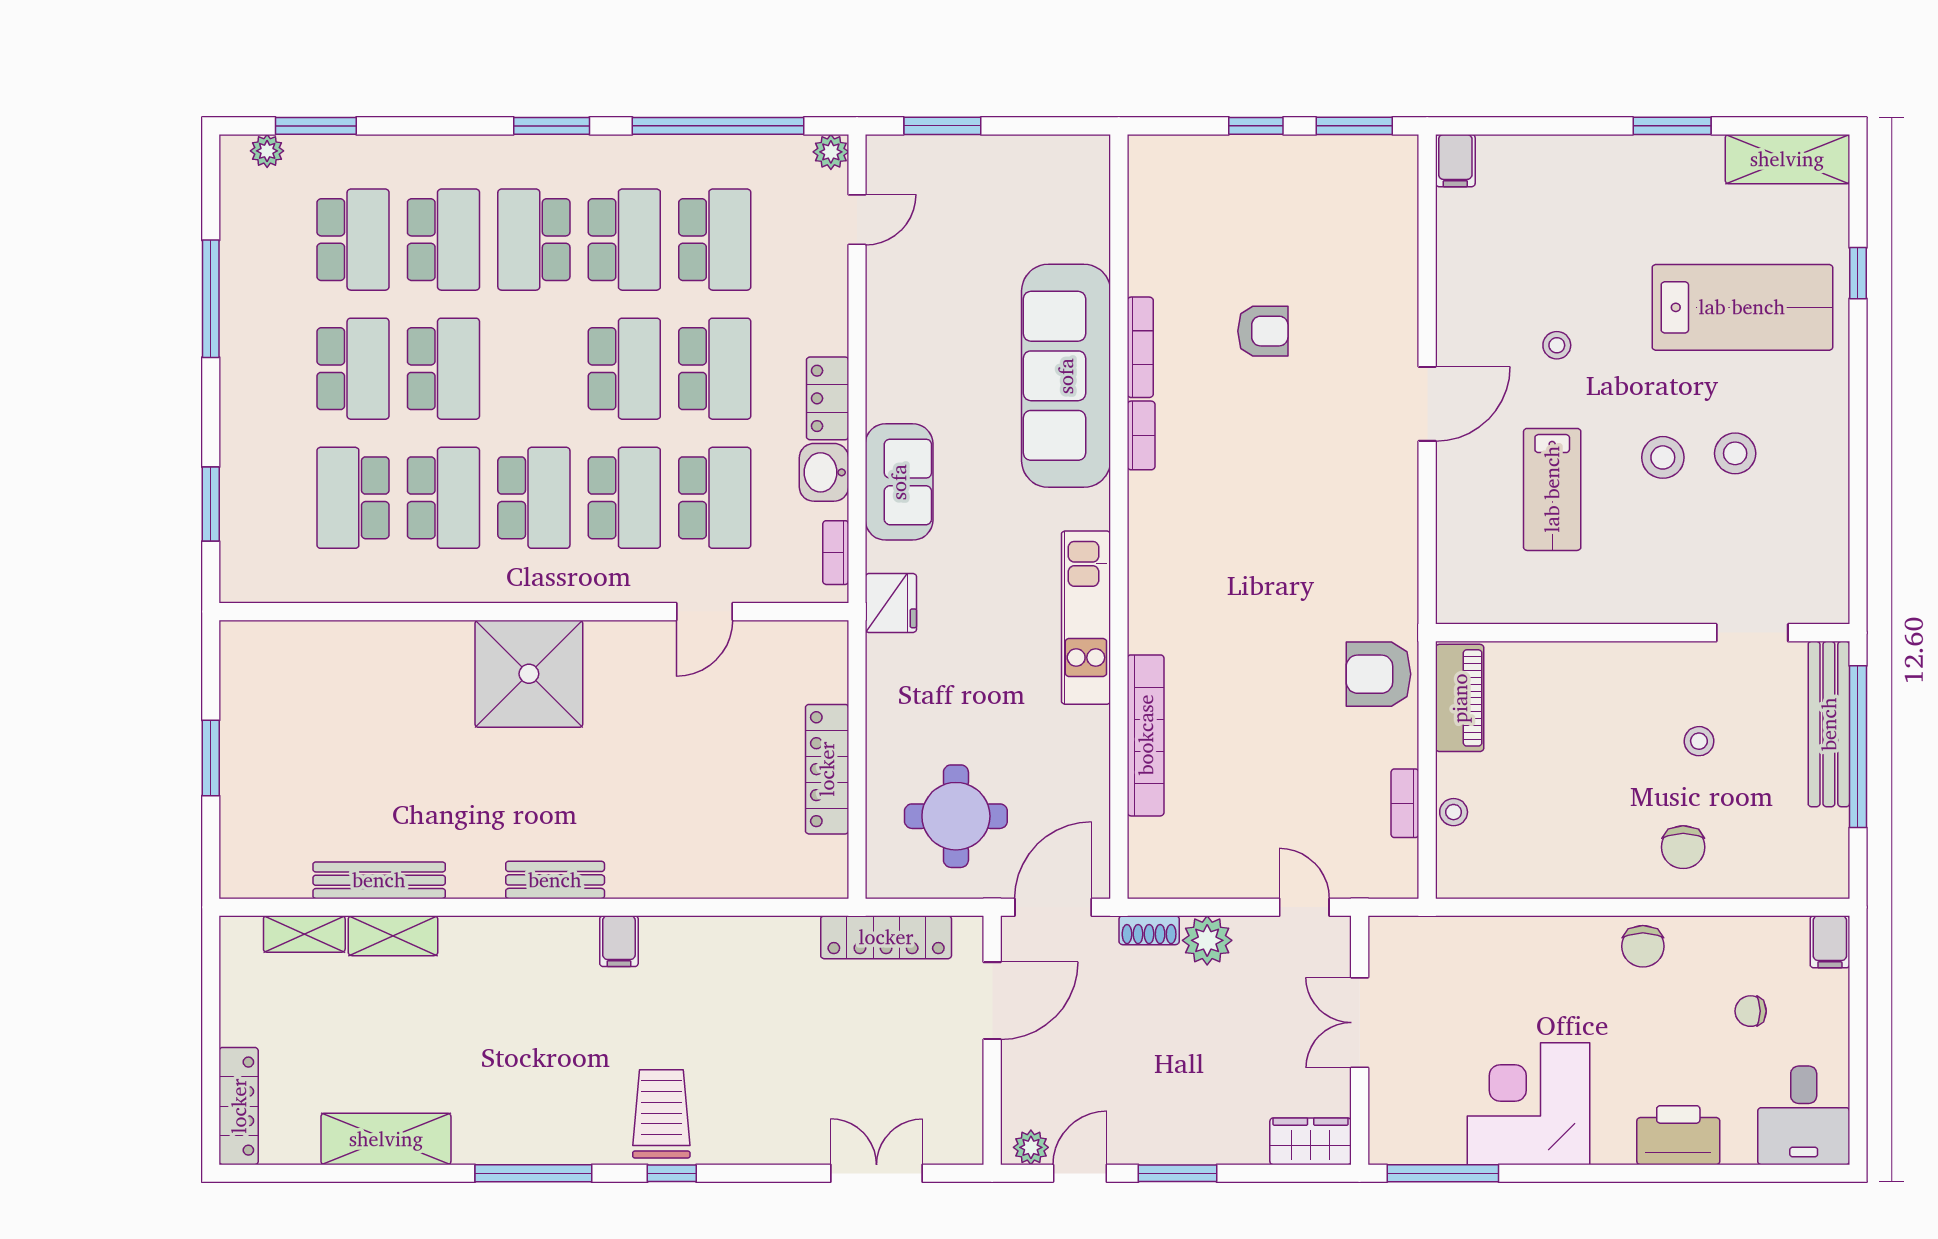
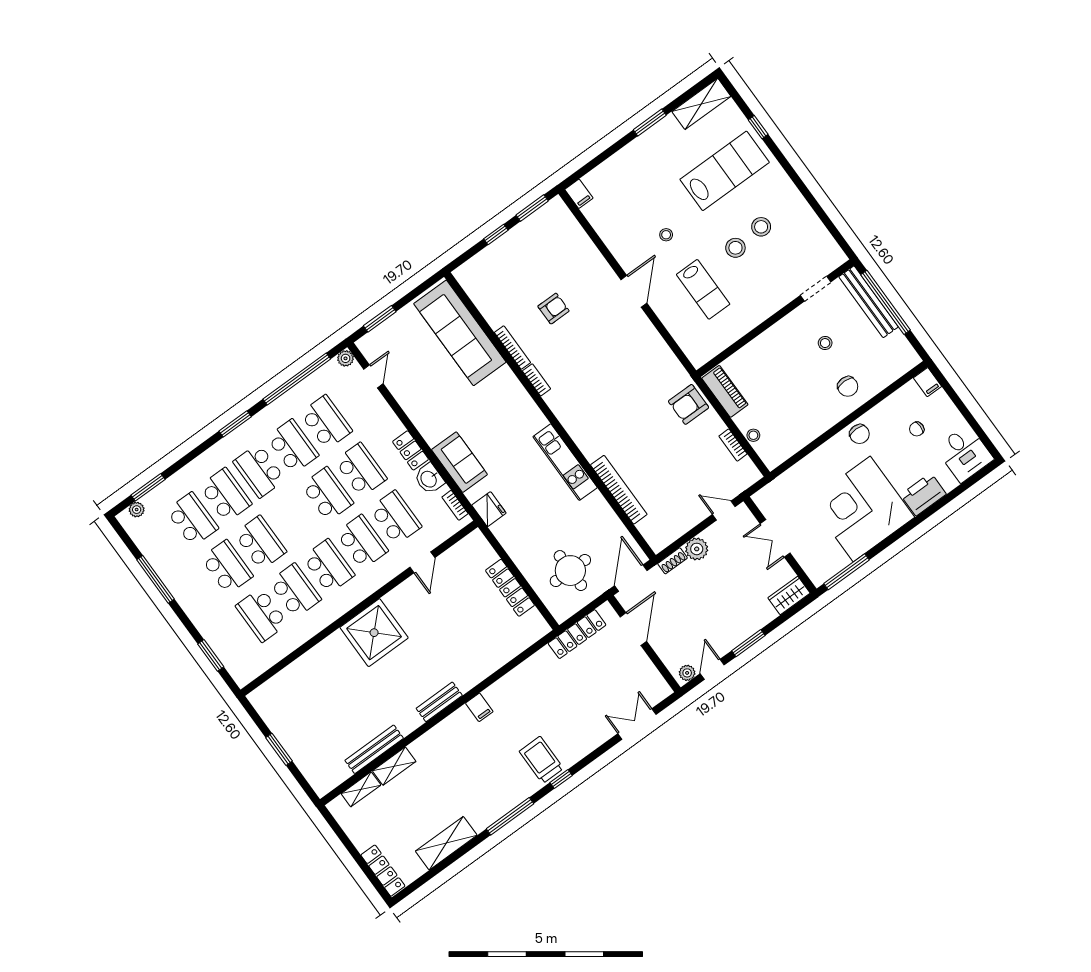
sofa: (1066, 376) -> (460, 333), moved
corner desk: (1528, 1104) -> (862, 509), width x1.36, depth x1.36

